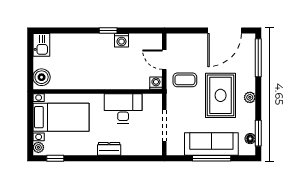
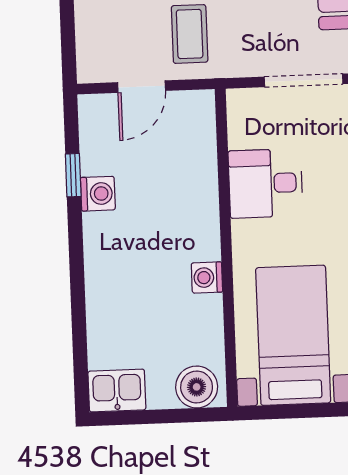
window: (108, 30) -> (73, 175), moved
washing machine: (156, 83) -> (207, 277), moved
desk: (123, 108) -> (265, 183), width x0.73

